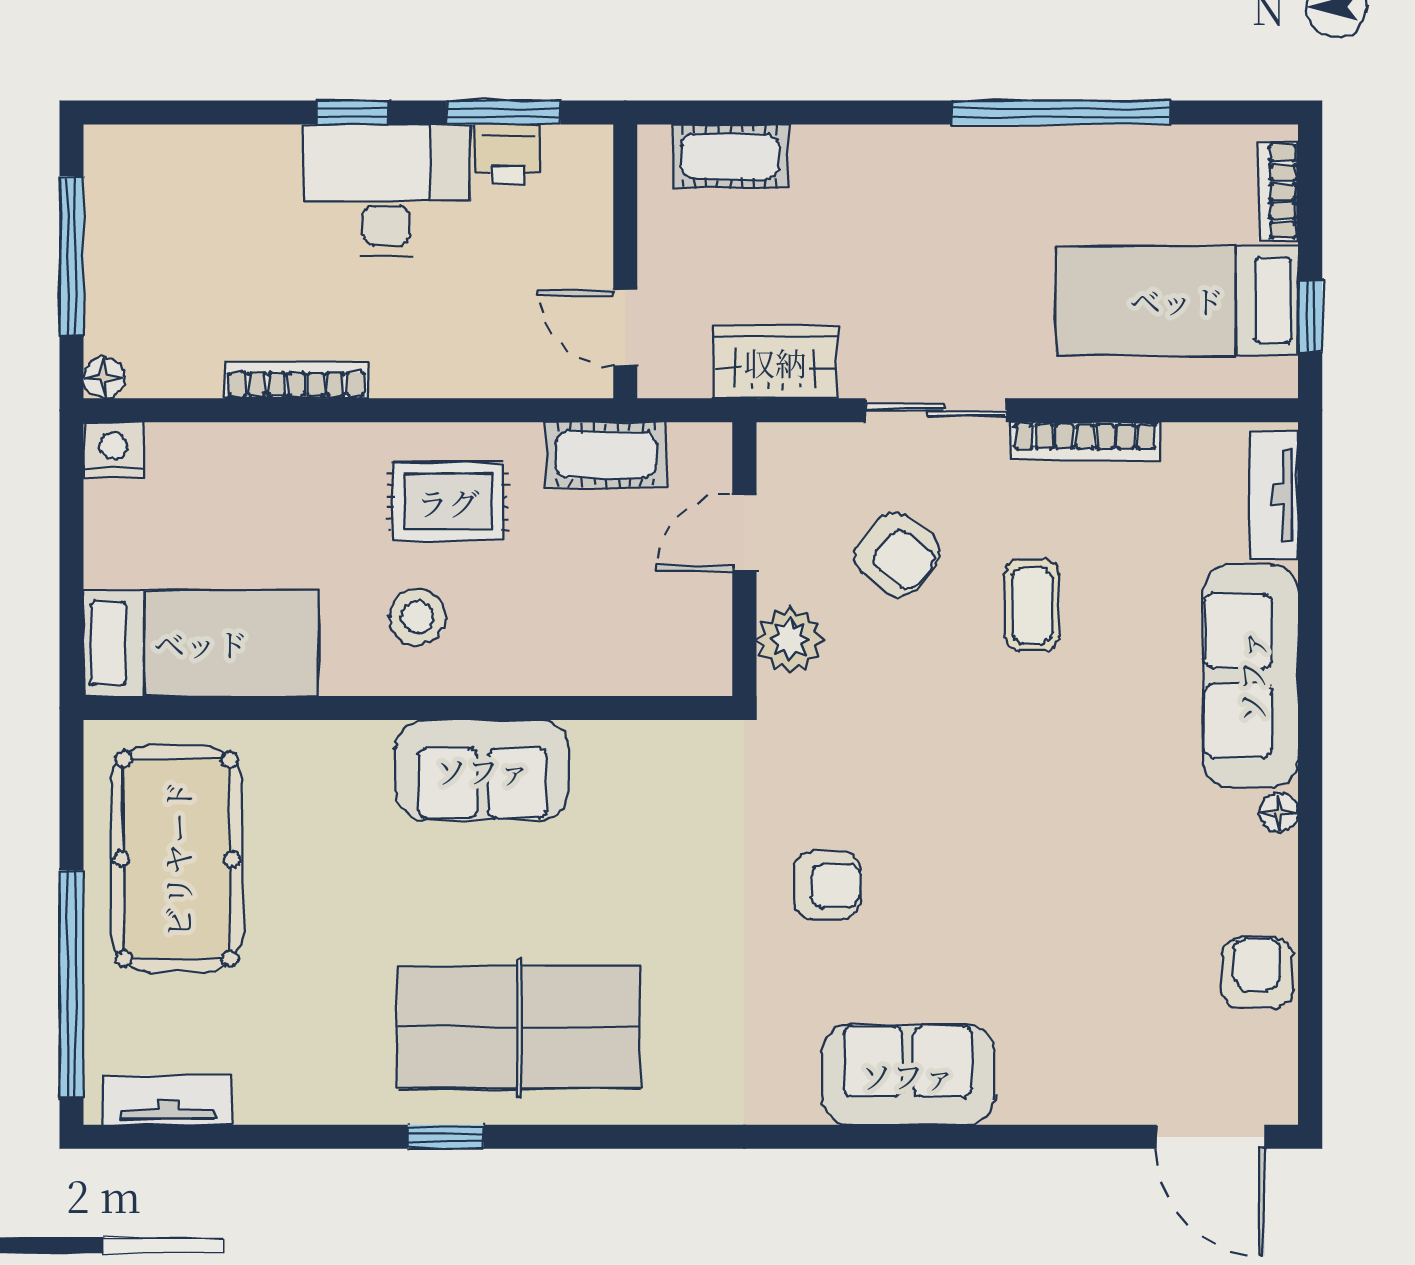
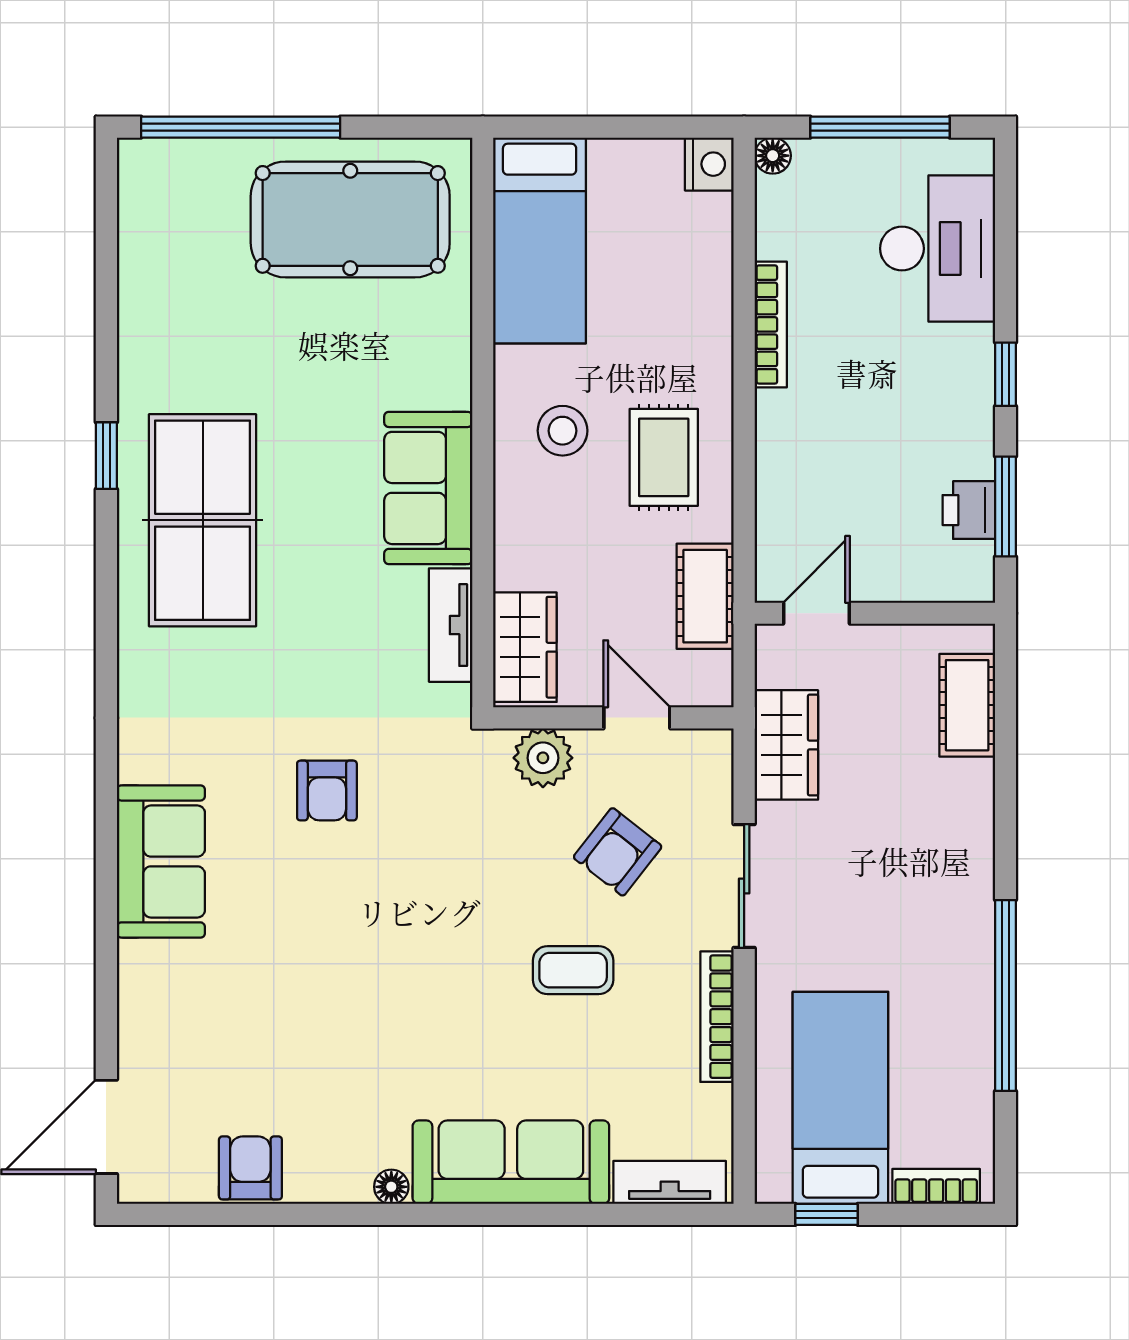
desk: (387, 190) -> (938, 249), moved
wardrobe: (664, 660) -> (525, 647), added
armchair: (1257, 973) -> (250, 1168), turned -90
tv unit: (168, 1100) -> (451, 625), moved, turned 180

